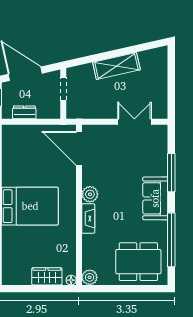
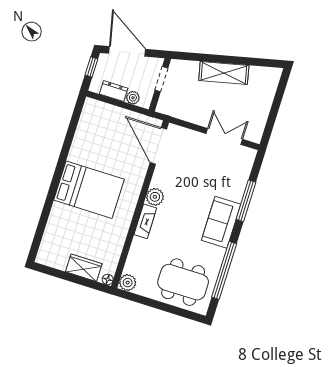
plant: (43, 113) -> (133, 98), added

